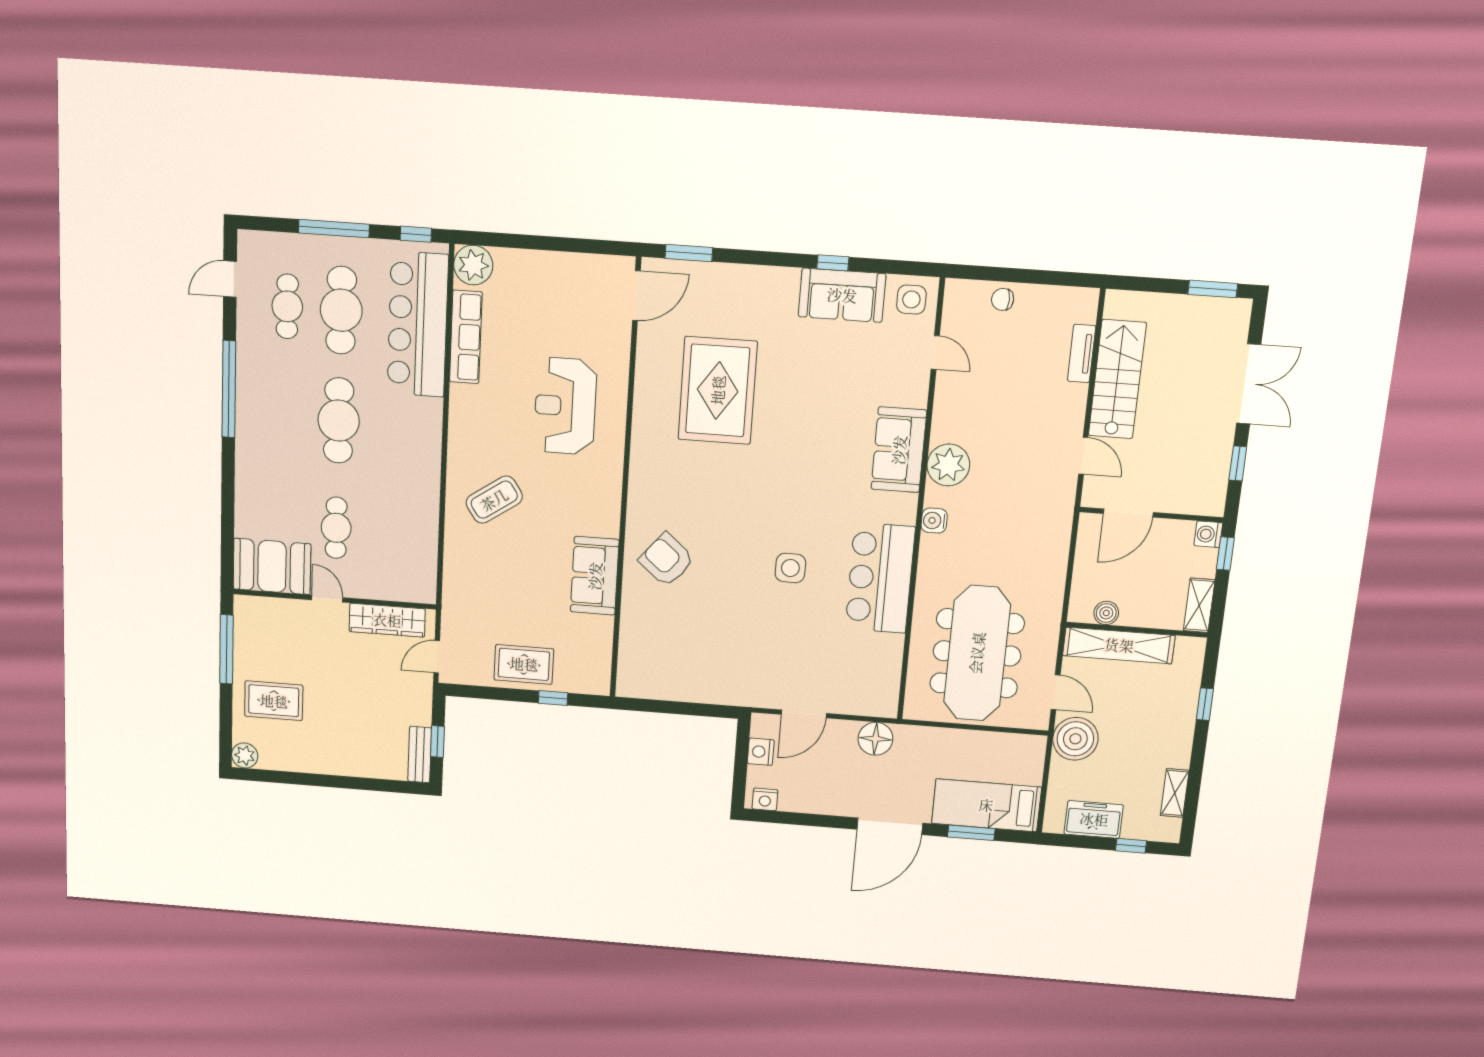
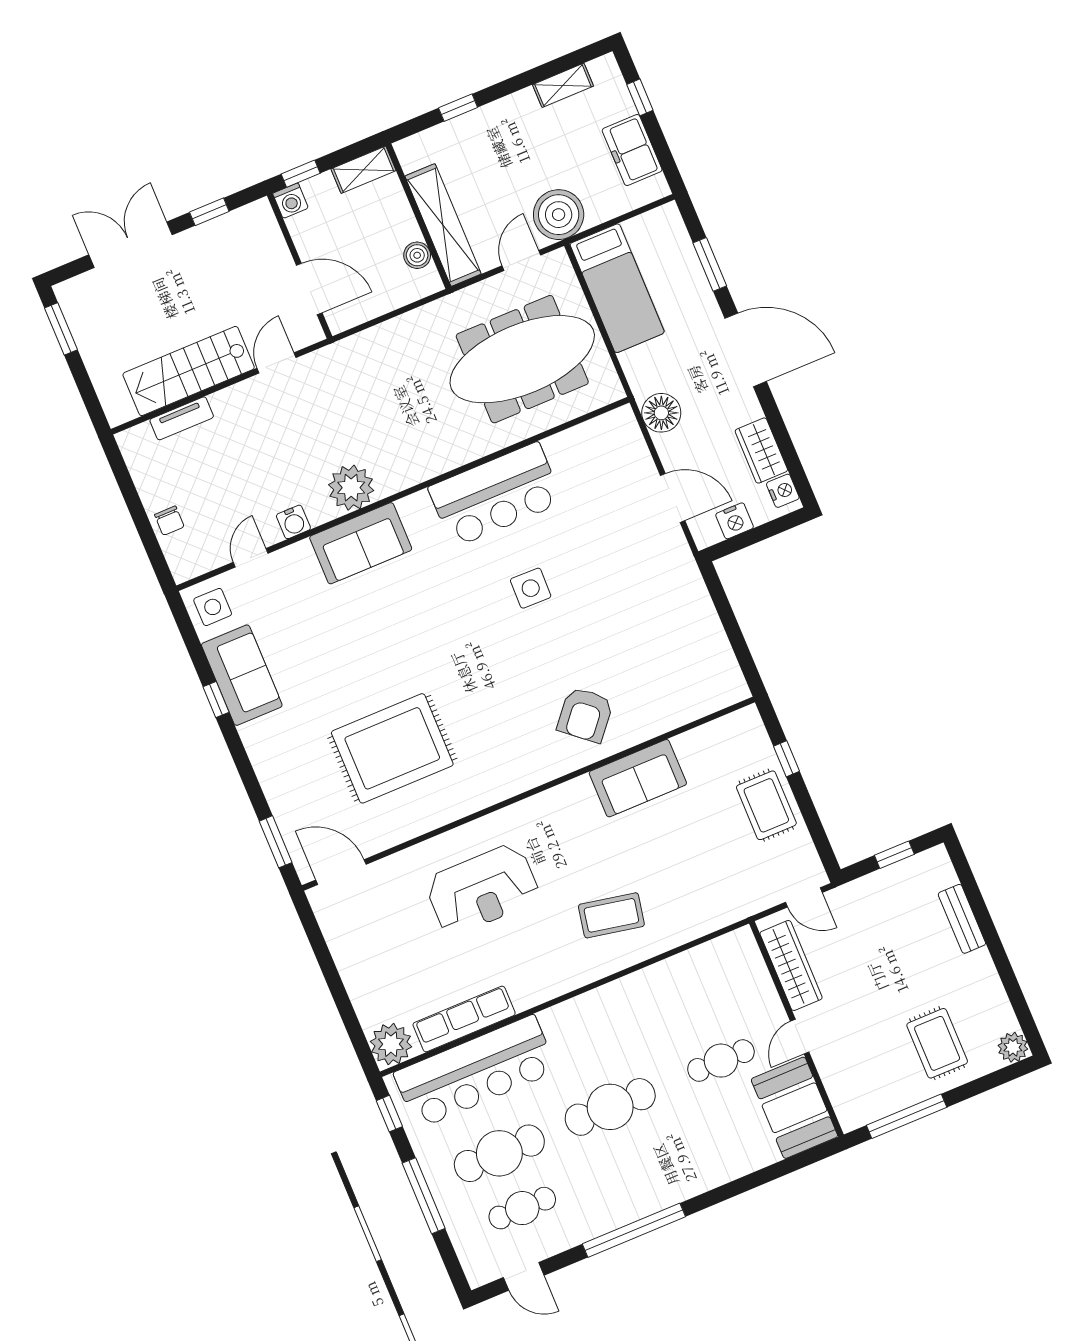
coffee table: (494, 500) -> (611, 915), turned -45
water cooler: (934, 521) -> (293, 522), moved
bench: (420, 755) -> (962, 919), moved, turned 90
wardrobe: (805, 799) -> (761, 450), added
bed: (986, 805) -> (617, 288), moved

